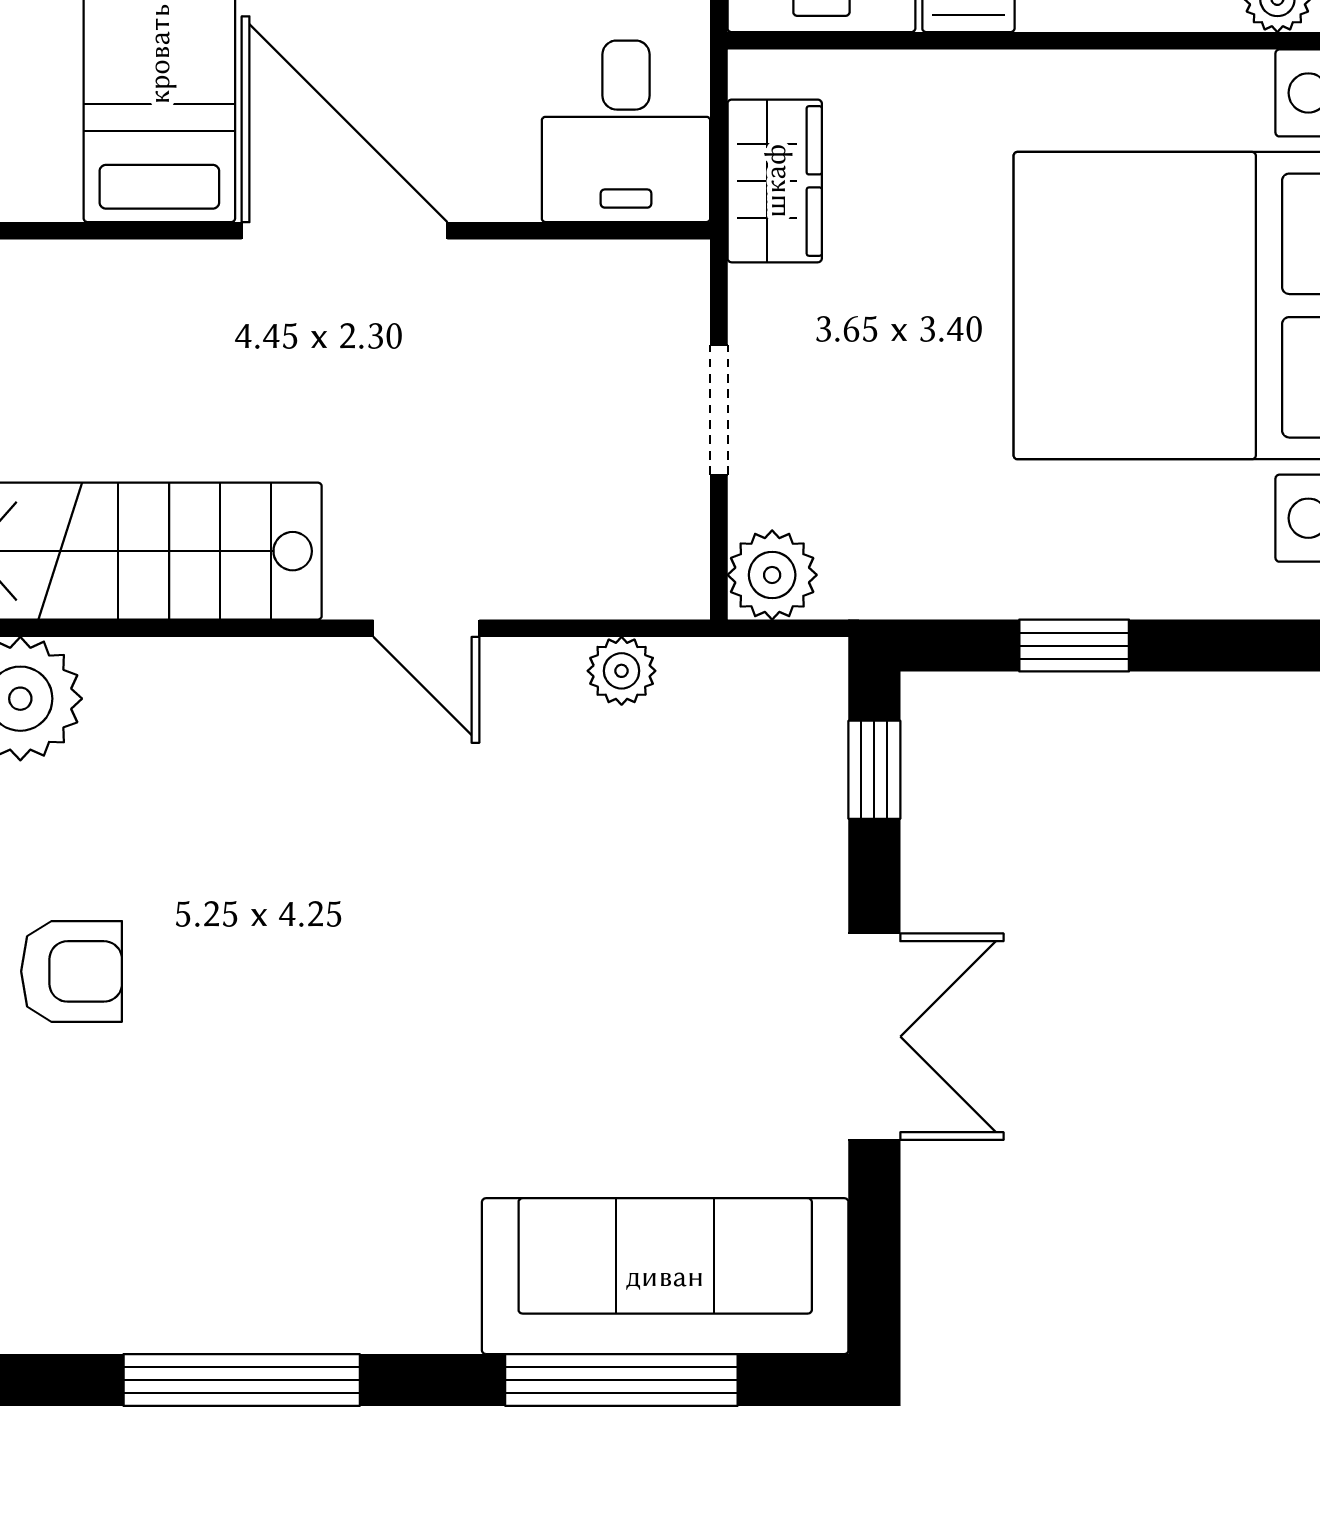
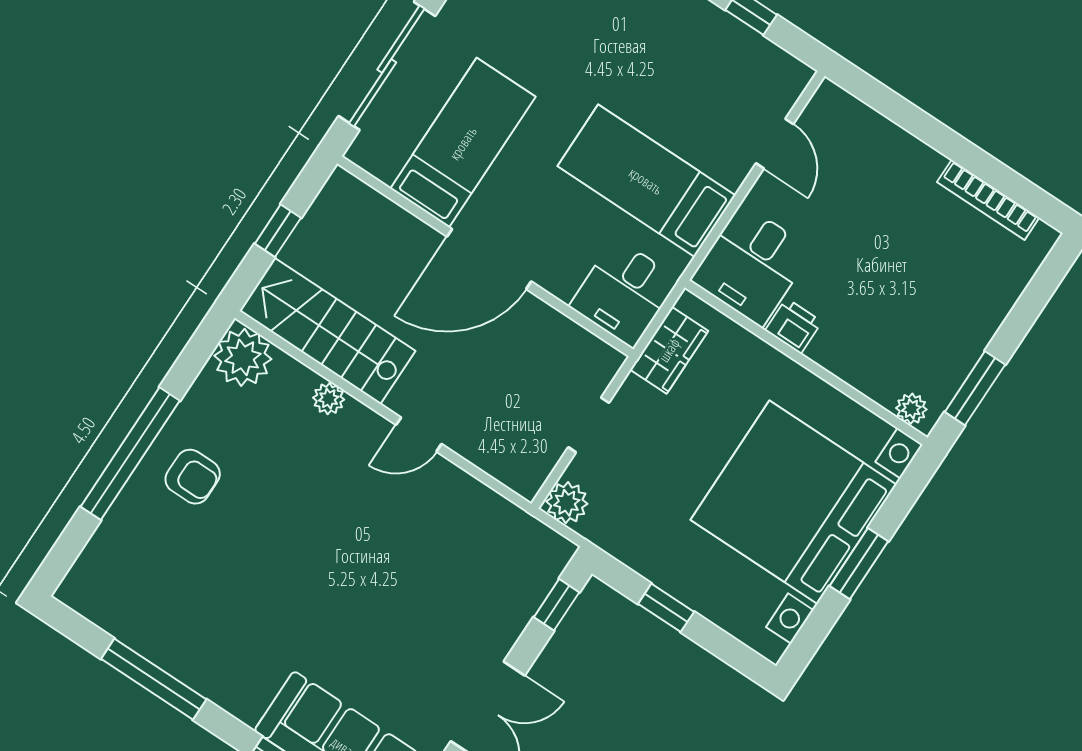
door: (345, 231) -> (489, 259), swing flipped
door: (426, 628) -> (419, 434), hinge flipped
plant: (622, 671) -> (329, 399), moved

